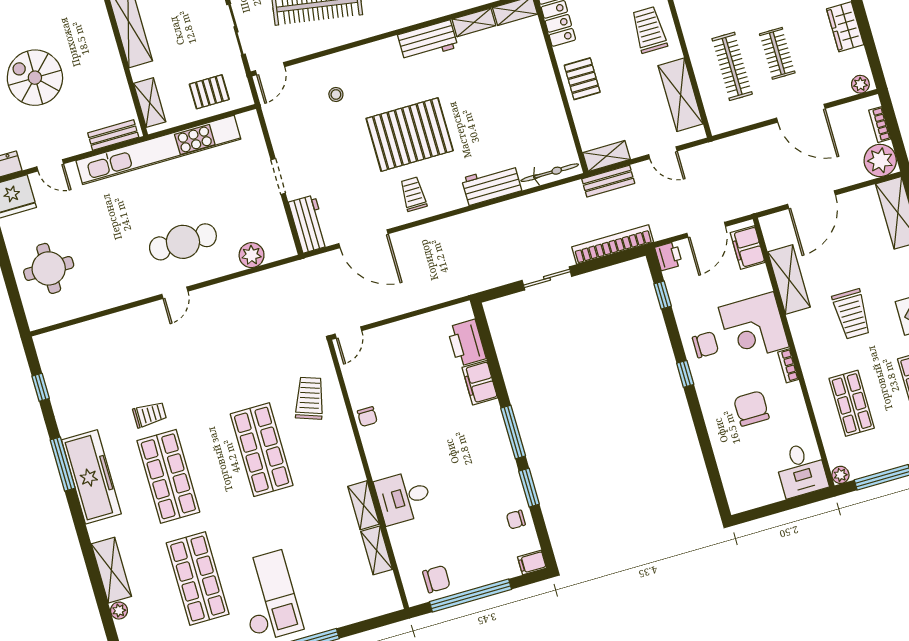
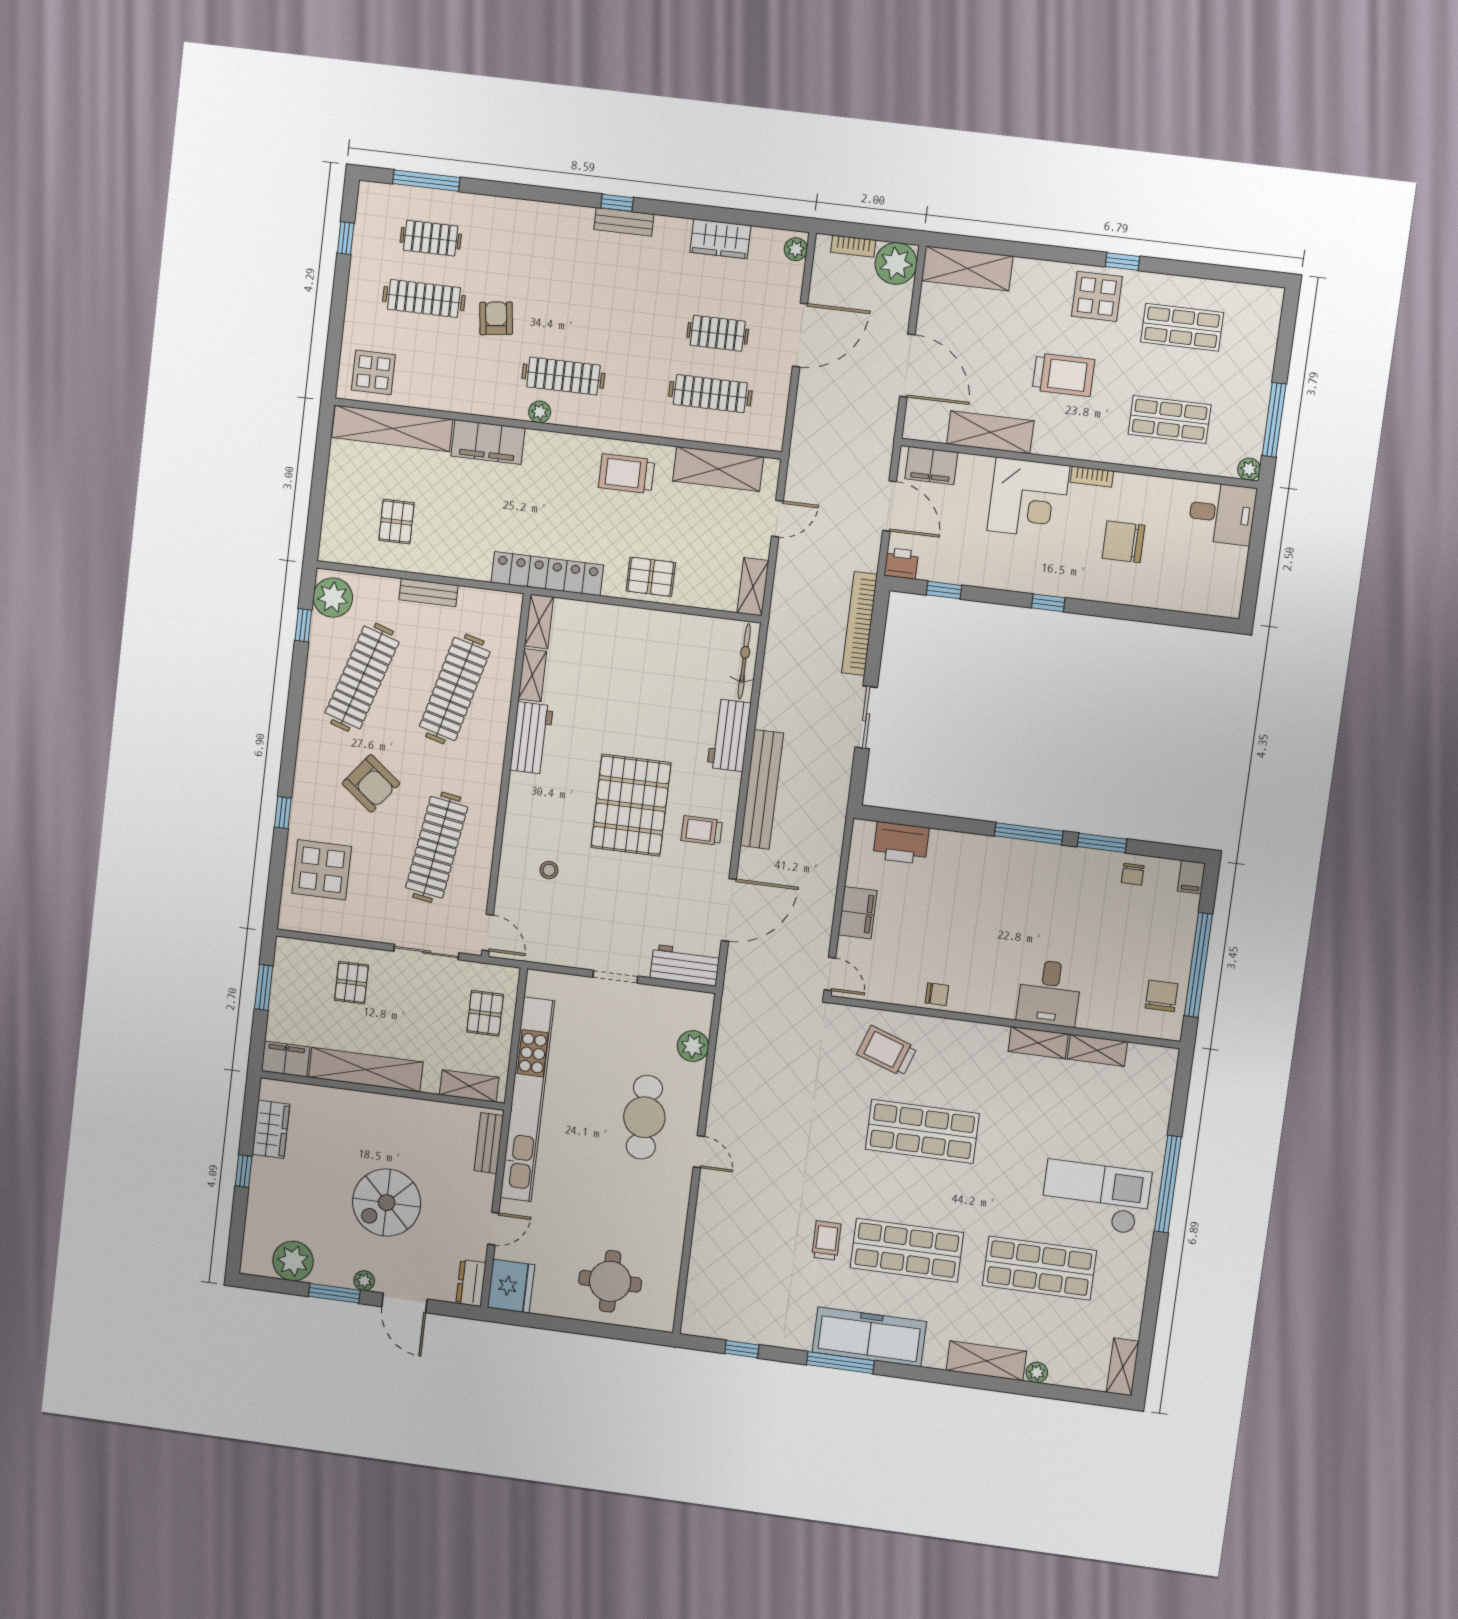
bench: (608, 181) -> (762, 789), moved, width x1.86, depth x1.21
chair: (705, 345) -> (1024, 564), removed
filing cabinet: (480, 383) -> (858, 913), moved, turned -90

